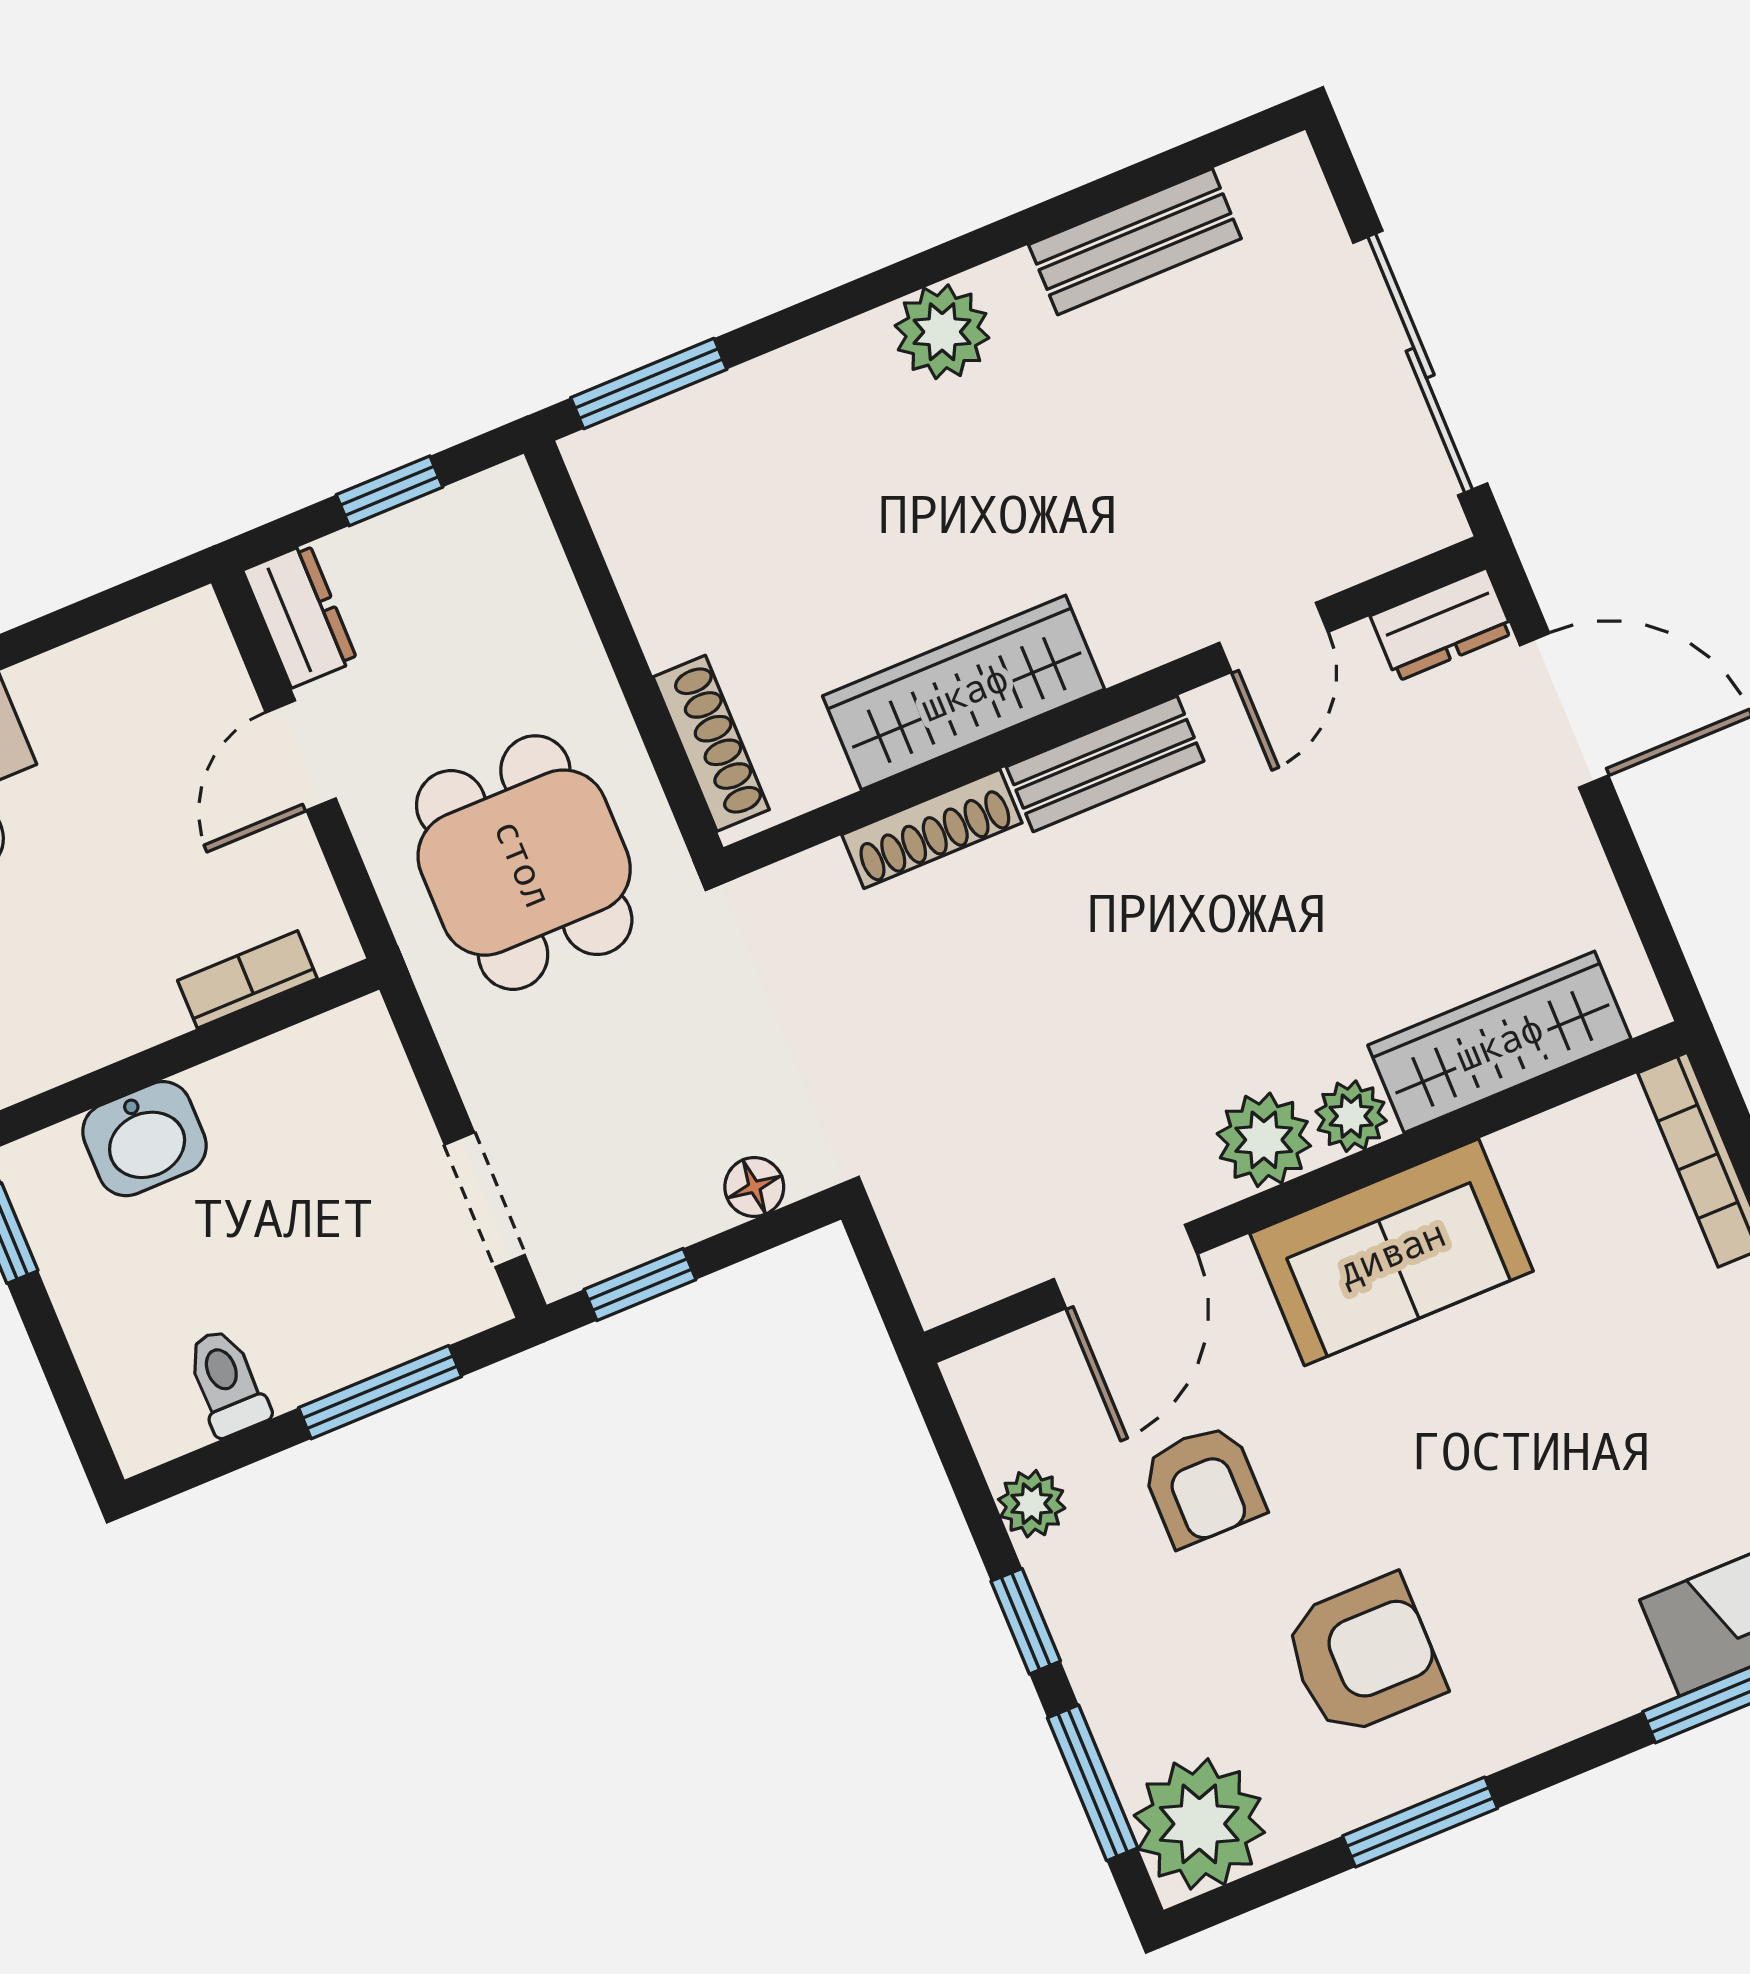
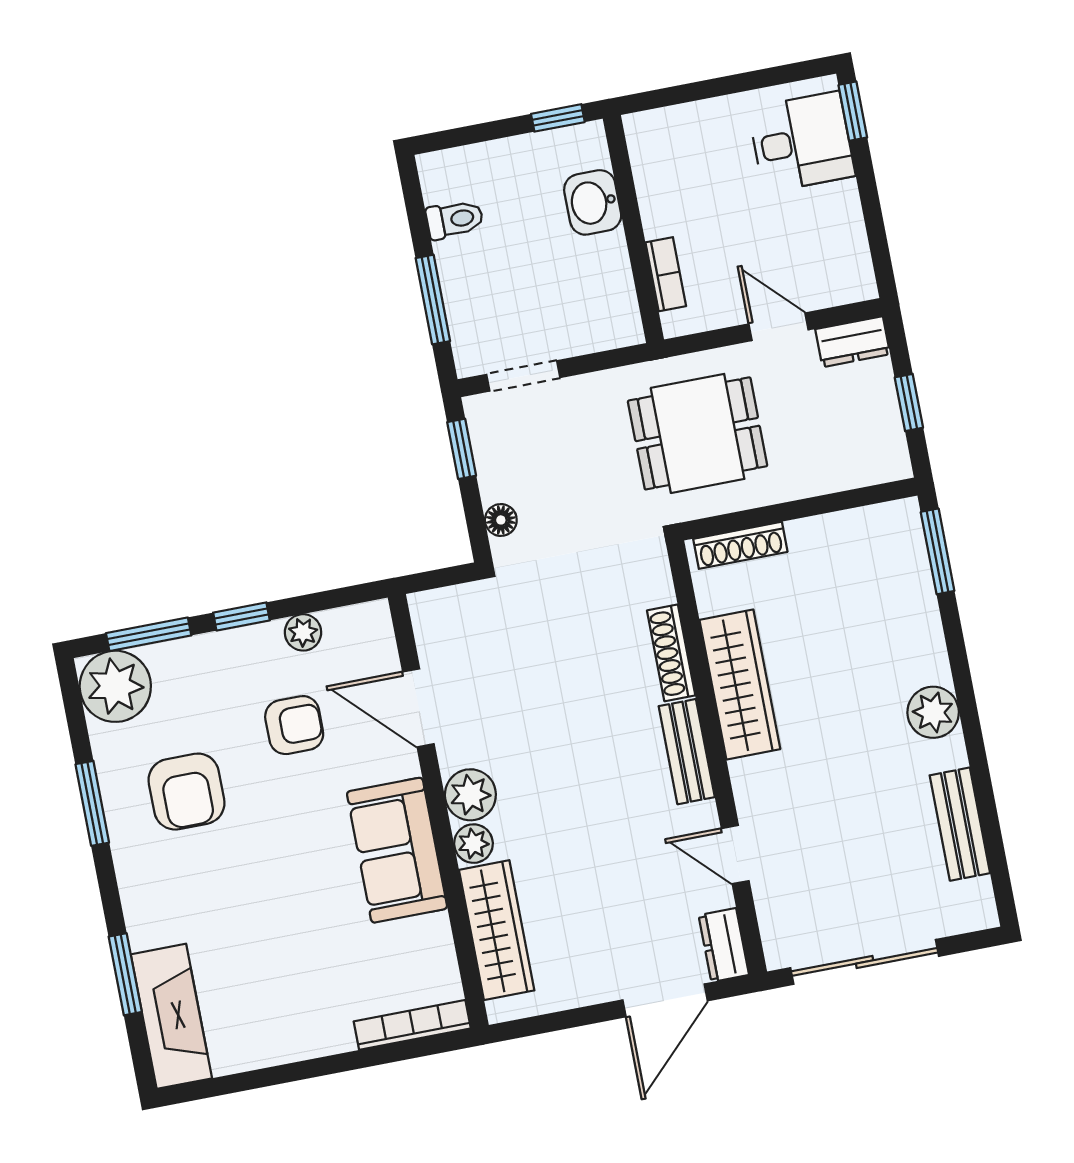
armchair: (1203, 1485) -> (294, 725), turned 180

